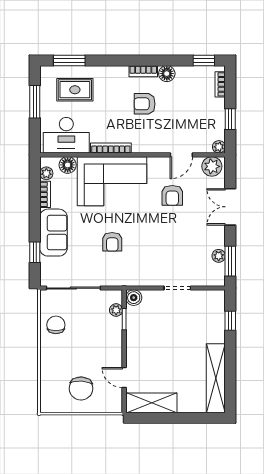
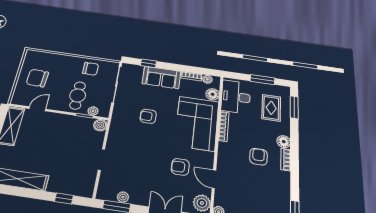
floor lamp: (167, 74) -> (284, 142), moved
cafe table: (98, 333) -> (78, 95), added

